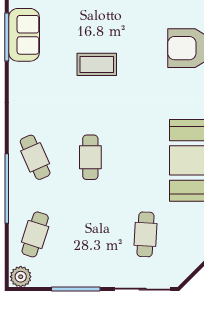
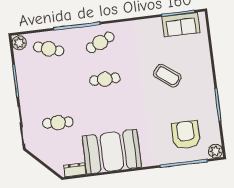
coffee table: (97, 64) -> (167, 76), turned -53

